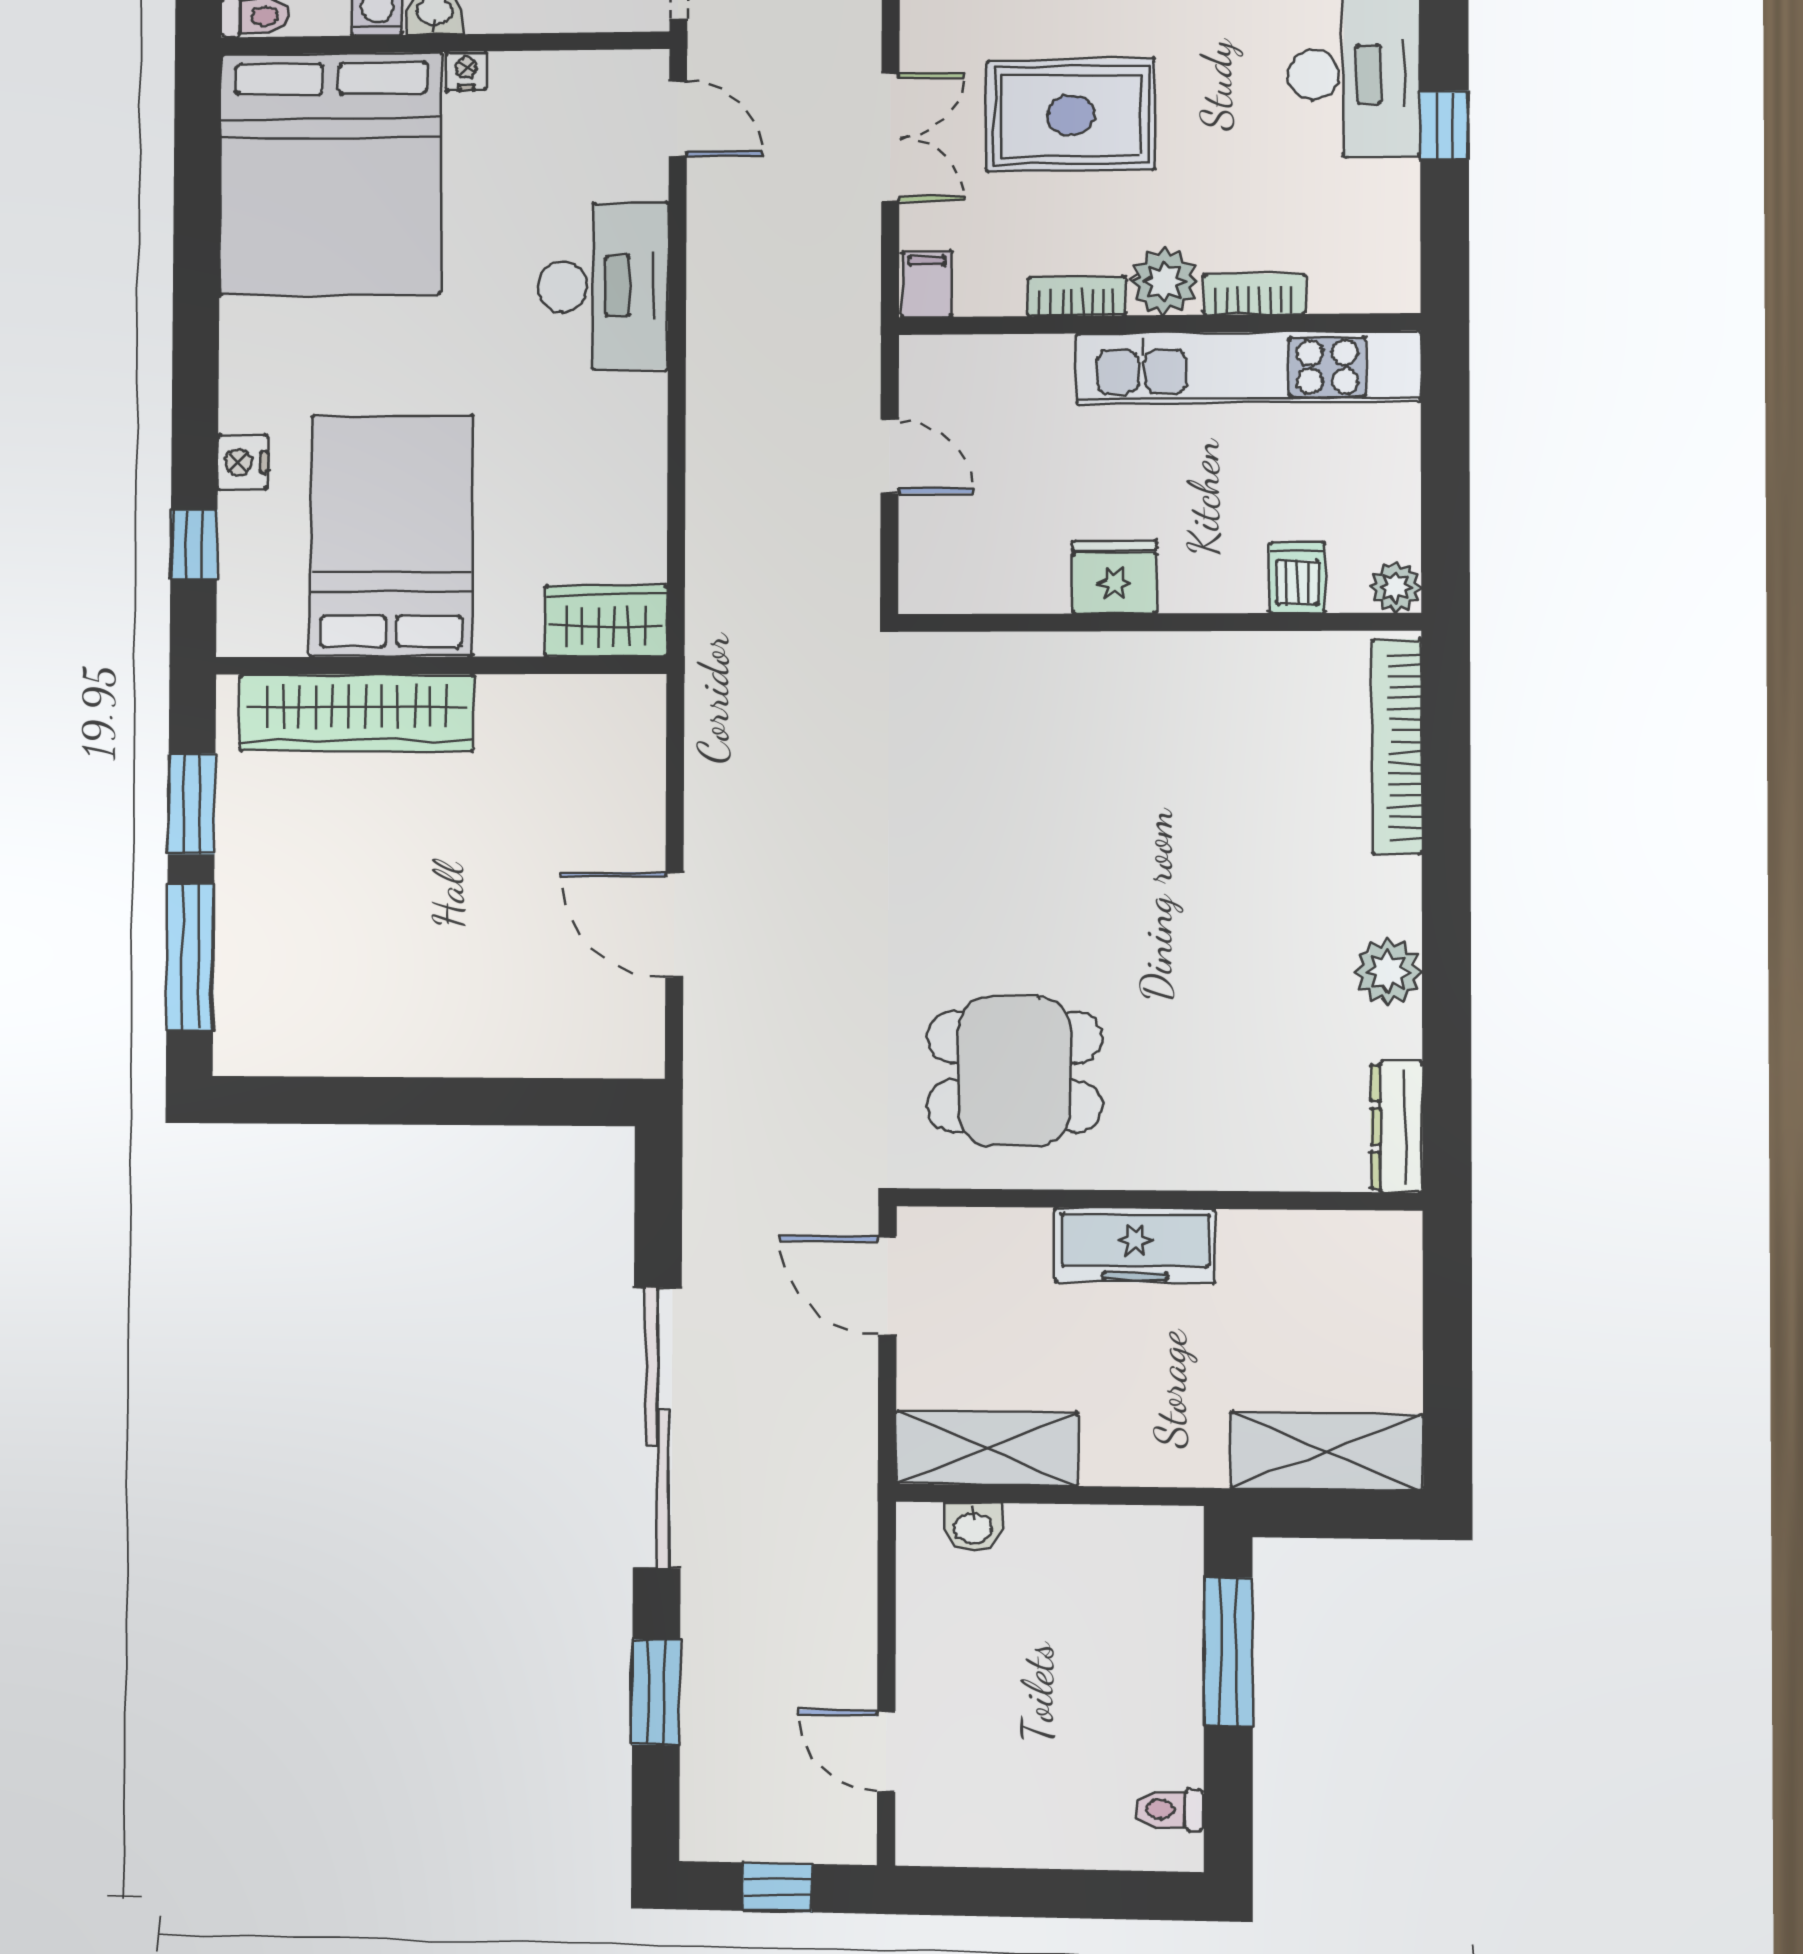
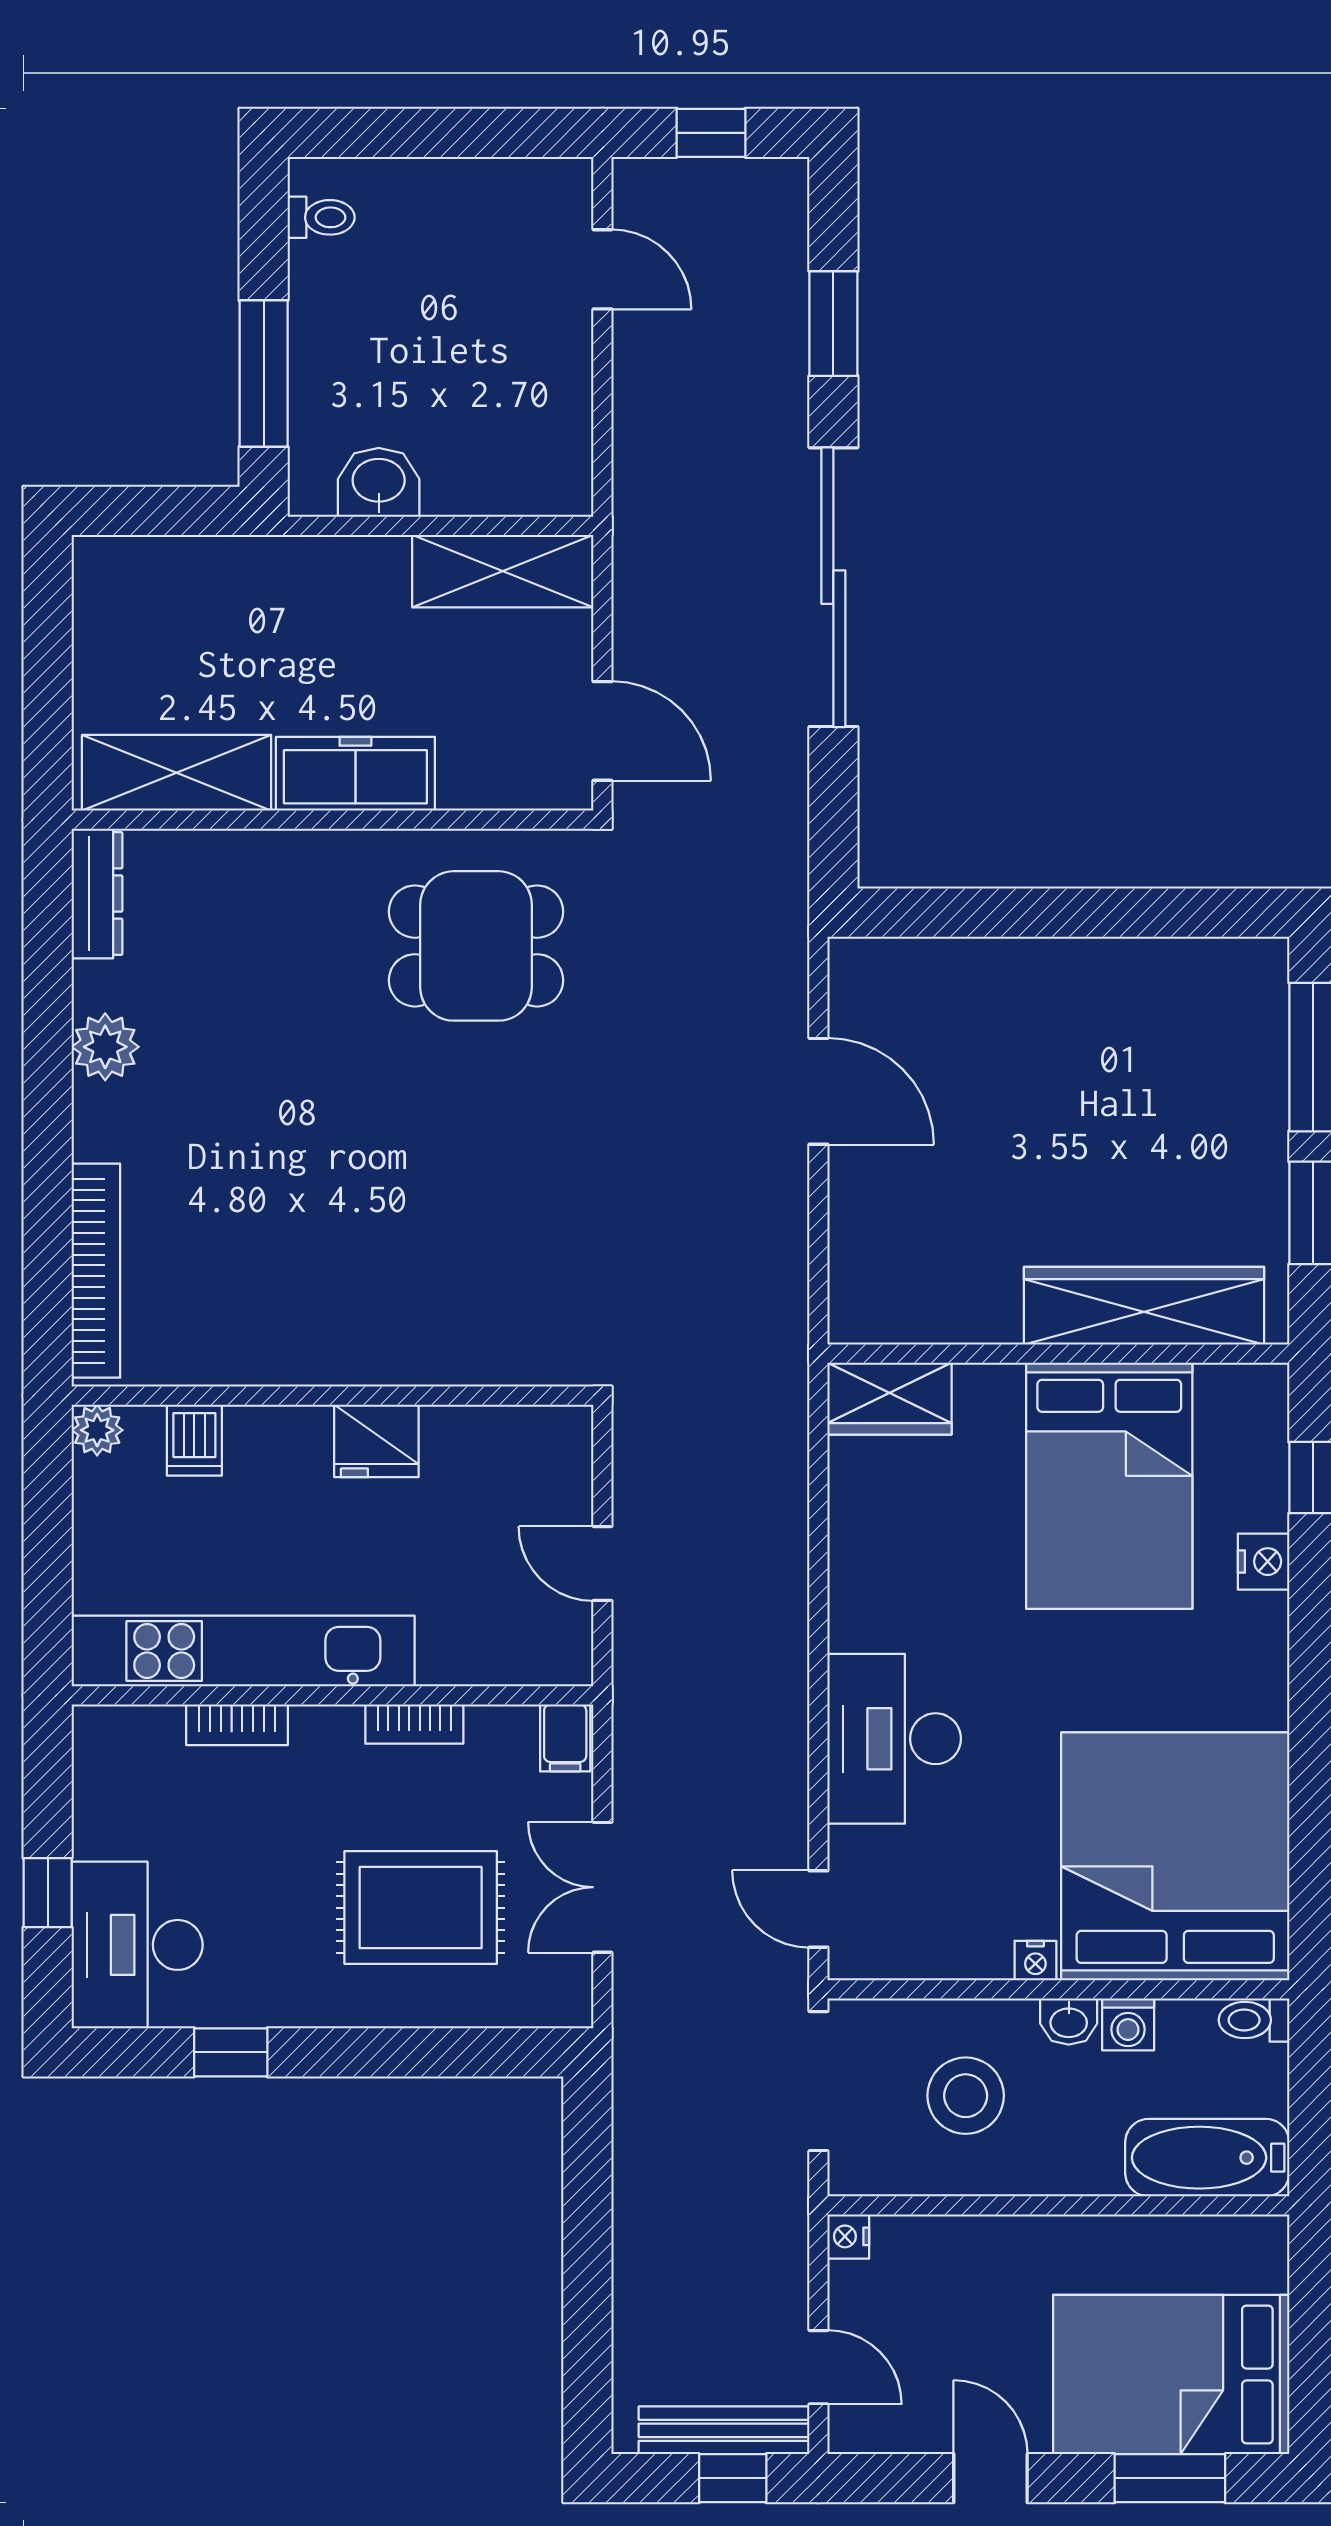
plant: (1164, 281) -> (327, 1738), removed
shelving: (1327, 1451) -> (177, 773), moved
washbasin: (973, 1527) -> (379, 482), moved, width x1.38, depth x1.45

